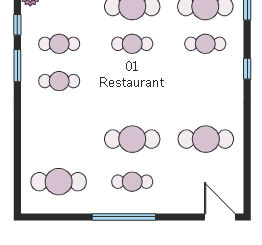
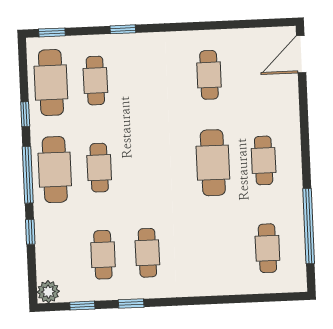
window: (17, 66) -> (131, 303), width x0.67
cafe table: (206, 139) -> (209, 75), width x0.73, depth x0.74
cafe table: (59, 182) -> (267, 248), width x0.73, depth x0.74
window: (124, 217) -> (309, 226), moved

